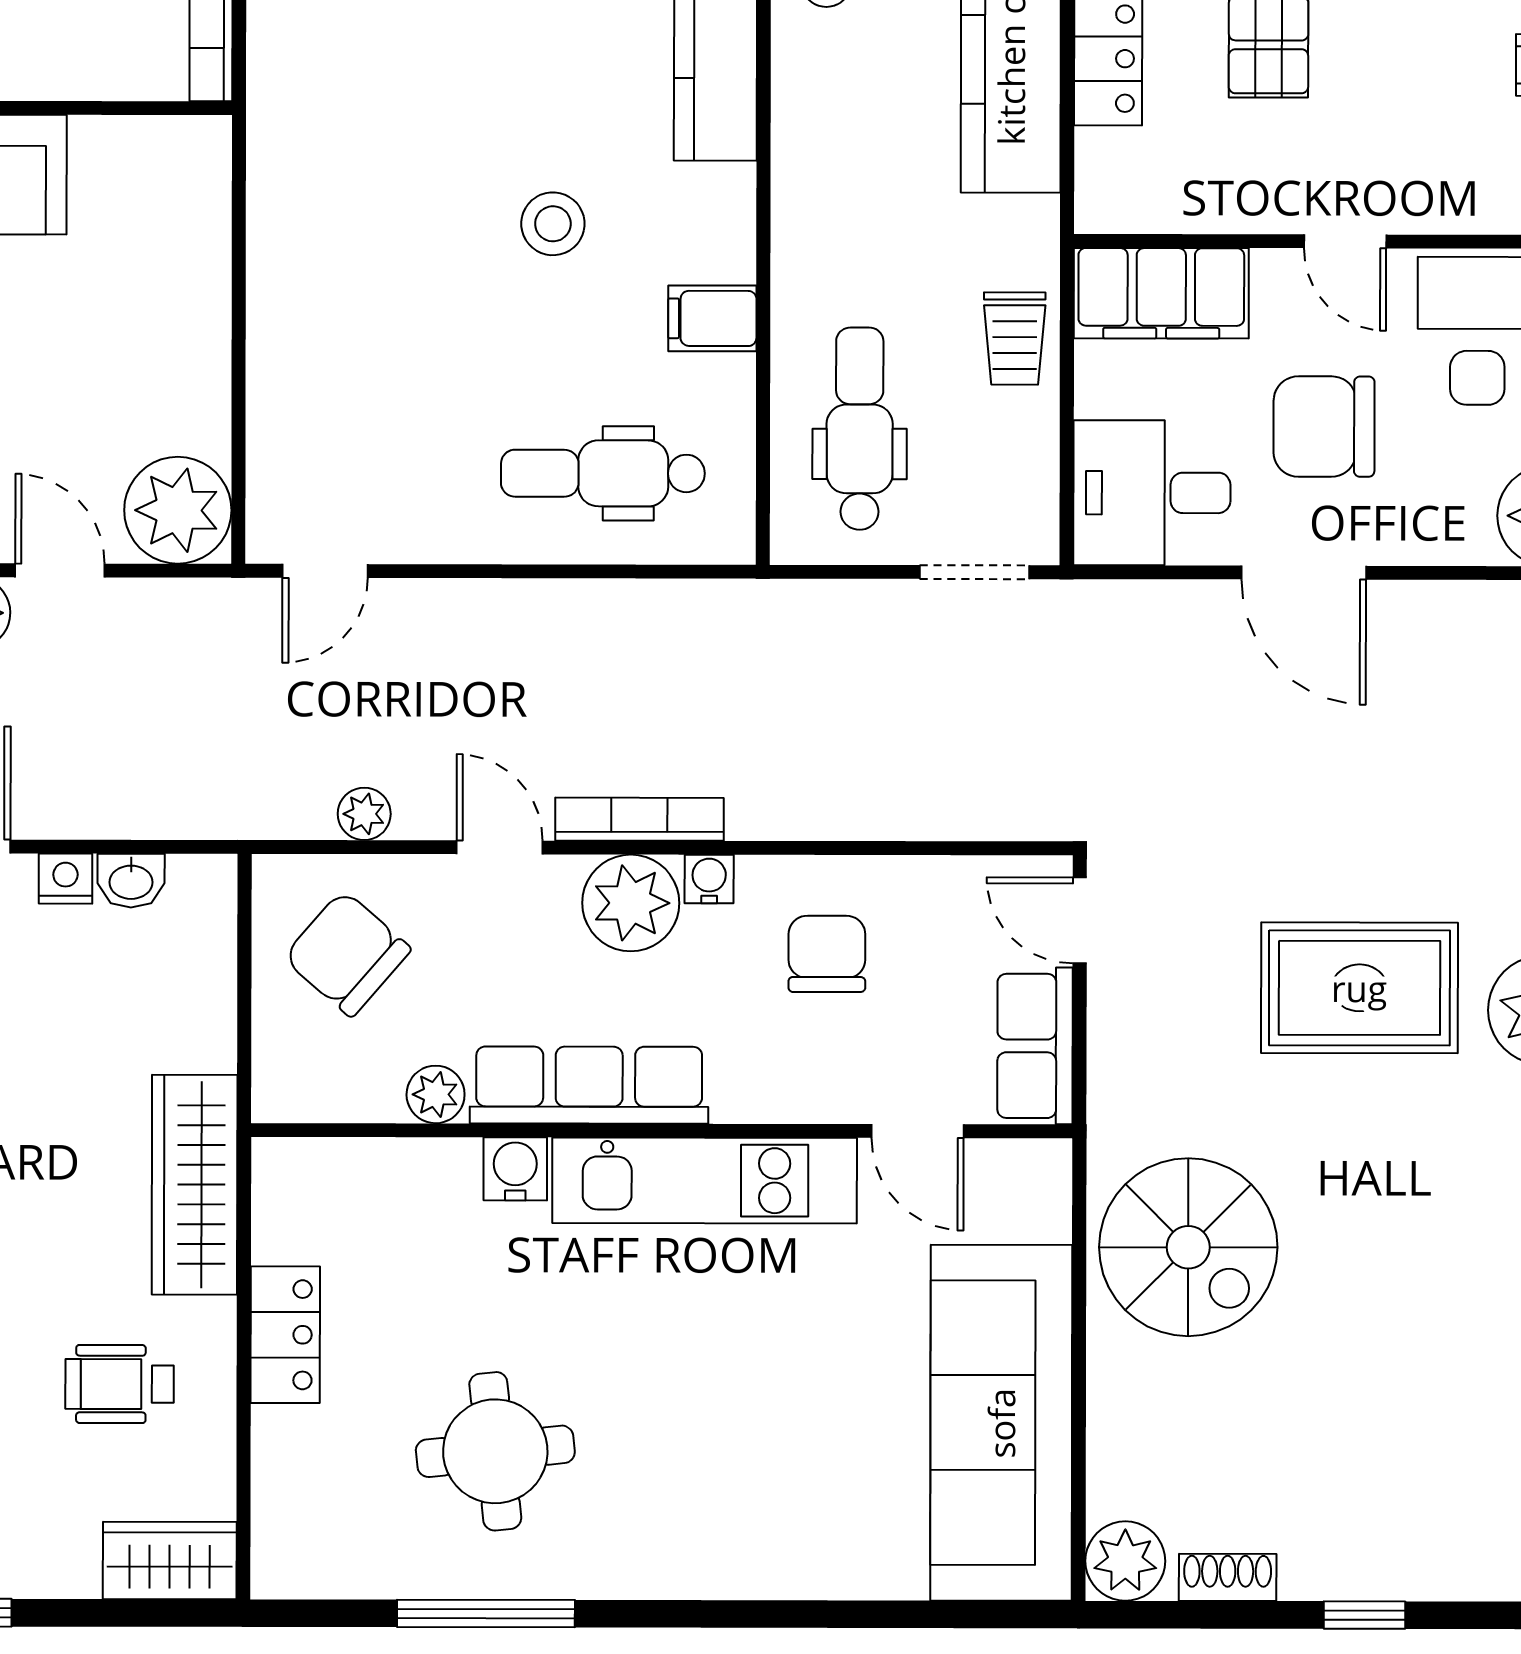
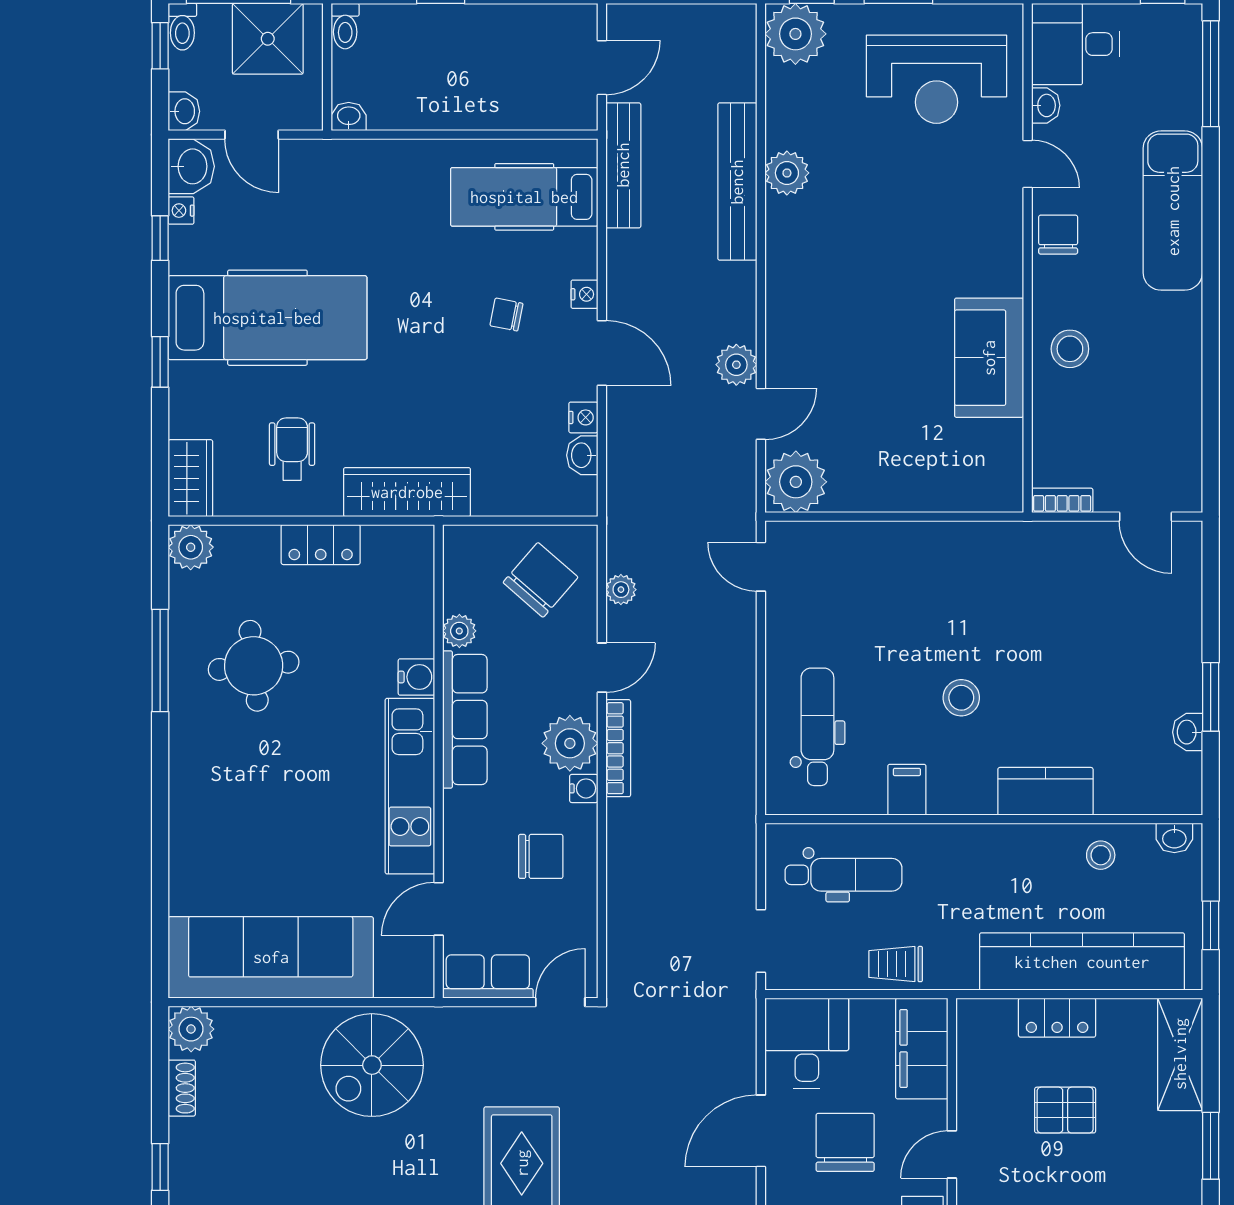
plant: (289, 1560) -> (191, 547), added

